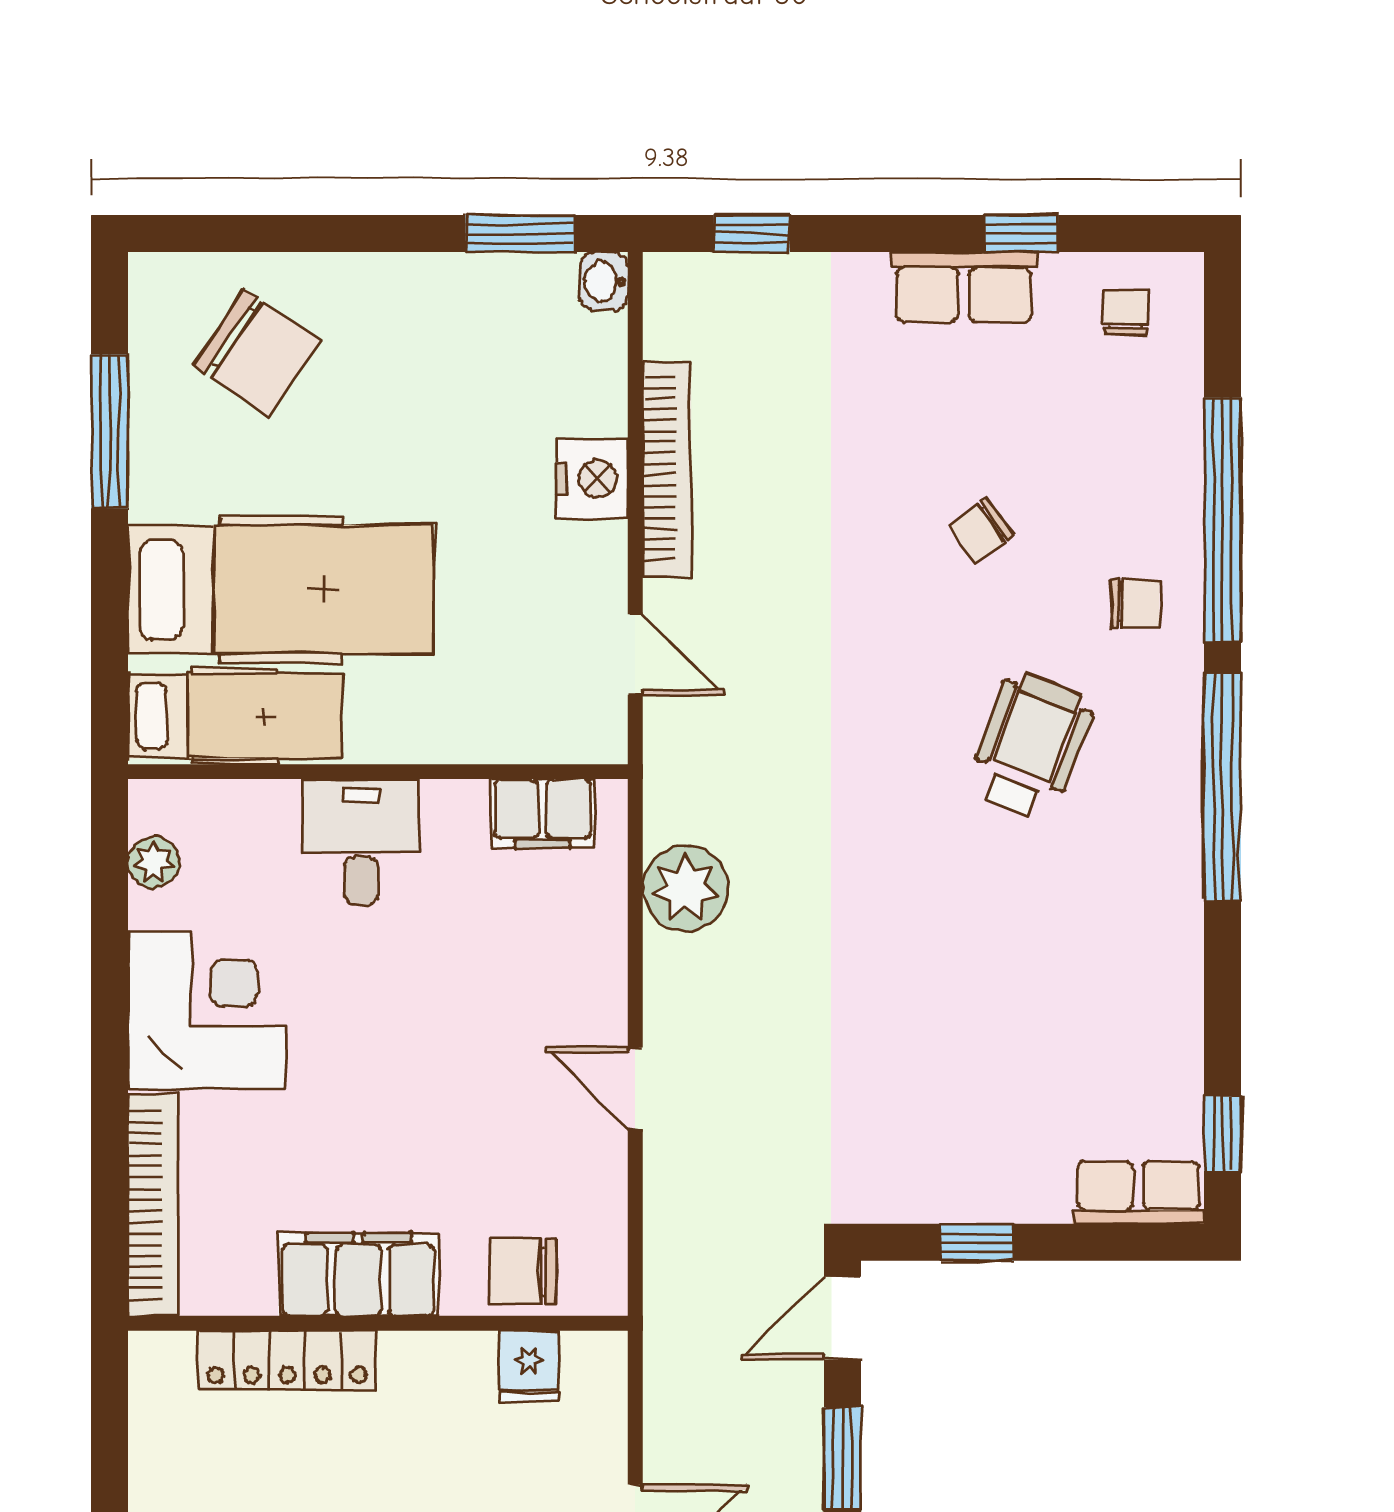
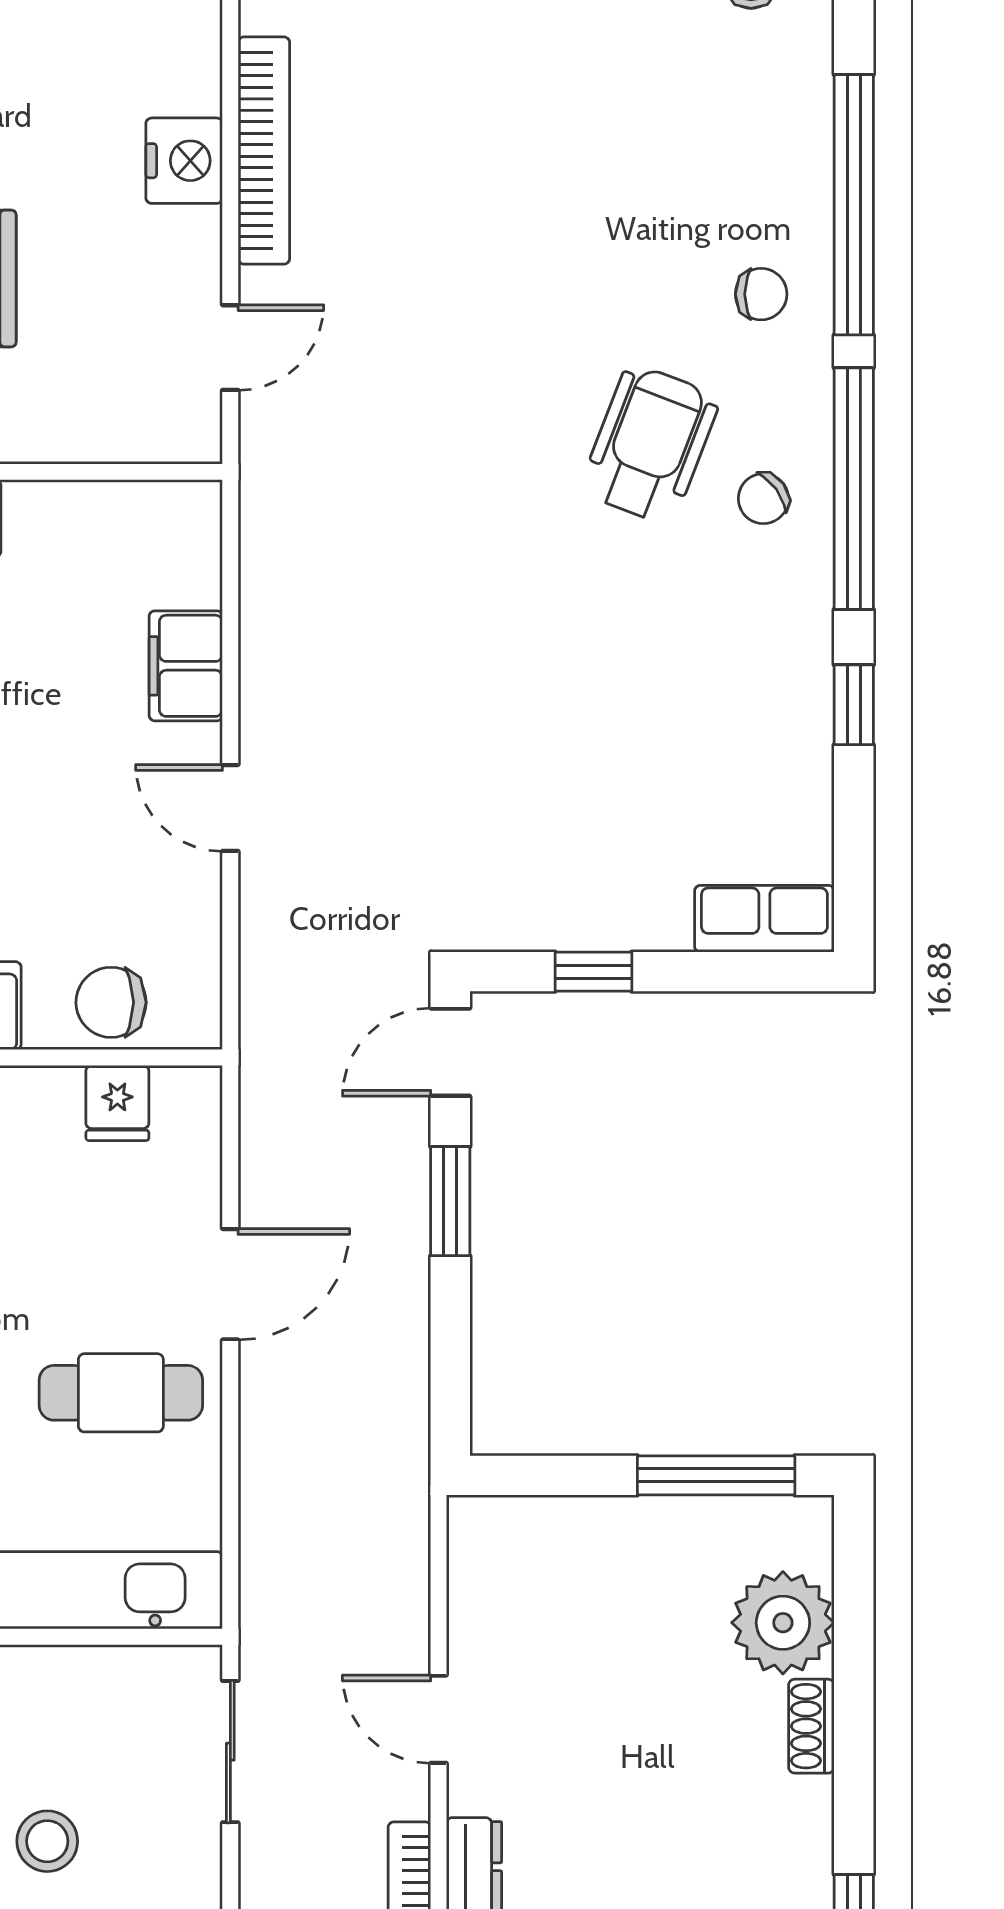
chair: (981, 530) -> (763, 499), moved
door: (635, 655) -> (230, 348), hinge flipped
filing cabinet: (542, 814) -> (186, 666), moved, turned 90
plant: (685, 888) -> (284, 596), removed
window: (1222, 1133) -> (854, 705), moved

